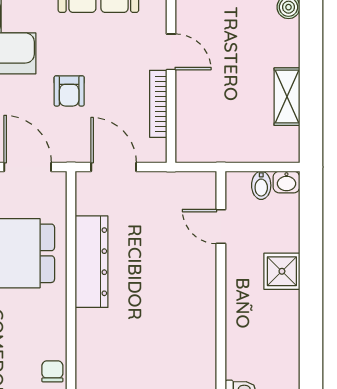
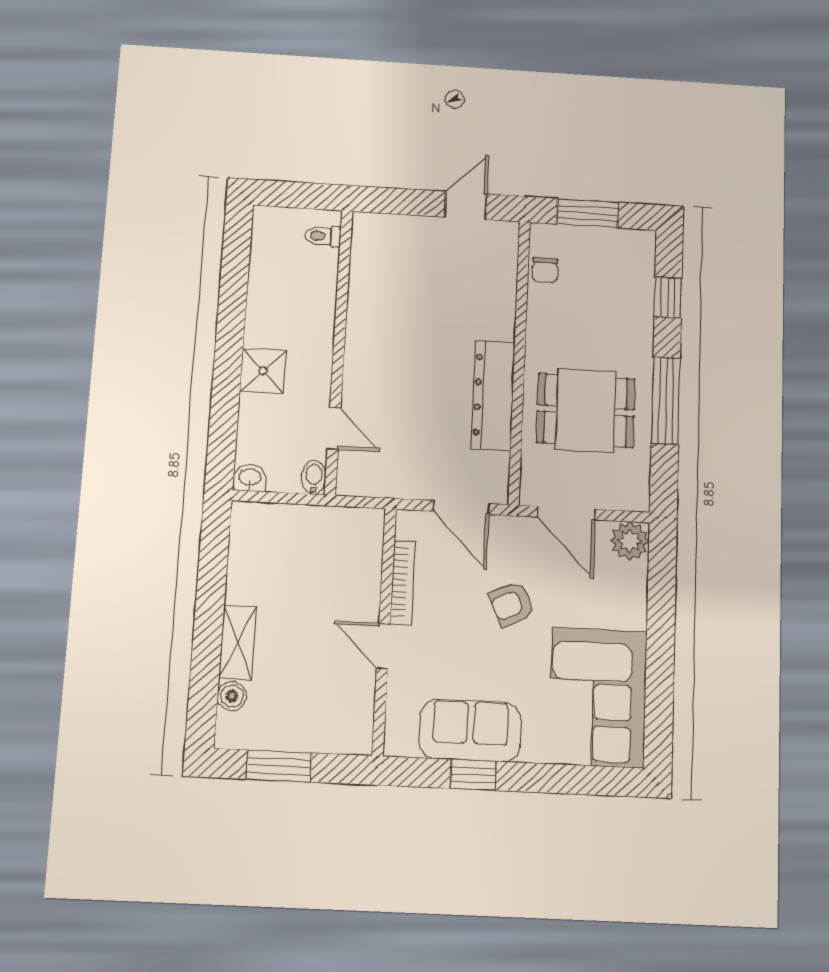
armchair: (69, 91) -> (512, 604), turned -115
shelving: (287, 97) -> (238, 642), moved
bidet: (261, 185) -> (314, 477), moved

